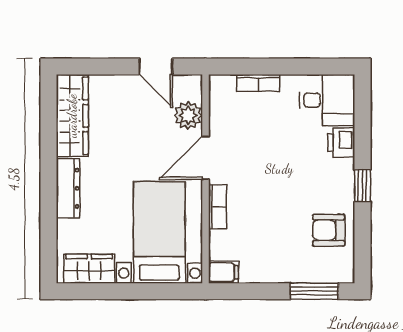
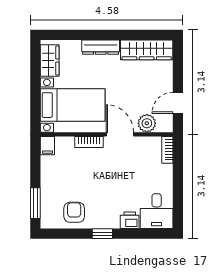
bookcase: (258, 83) -> (167, 150), moved

